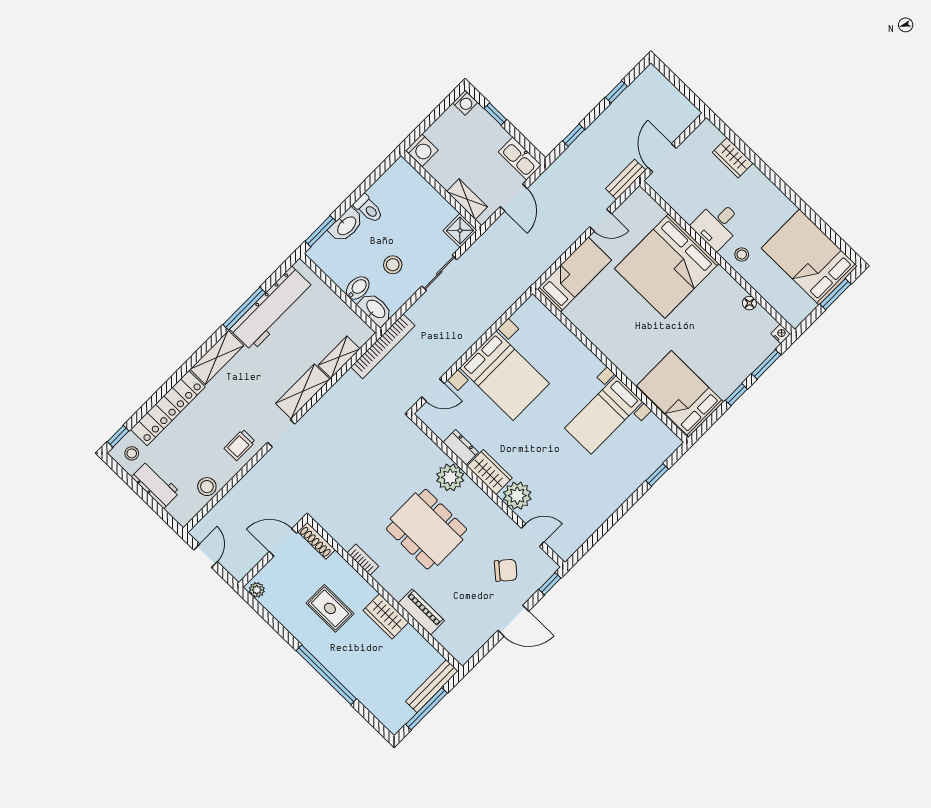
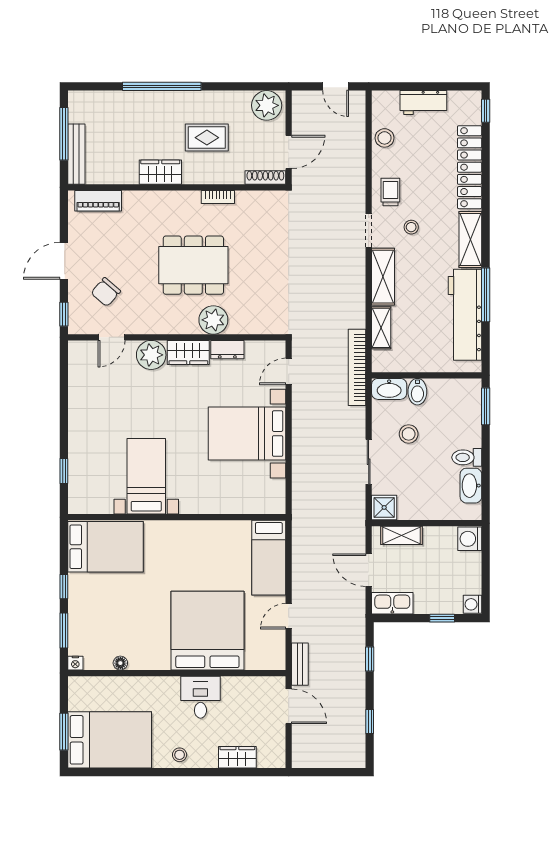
washbasin: (346, 225) -> (471, 486), moved
stool: (742, 254) -> (180, 755), moved
stool: (132, 453) -> (411, 227), moved
plant: (257, 590) -> (267, 105), width x1.87, depth x1.87
piano: (421, 612) -> (98, 201), moved

